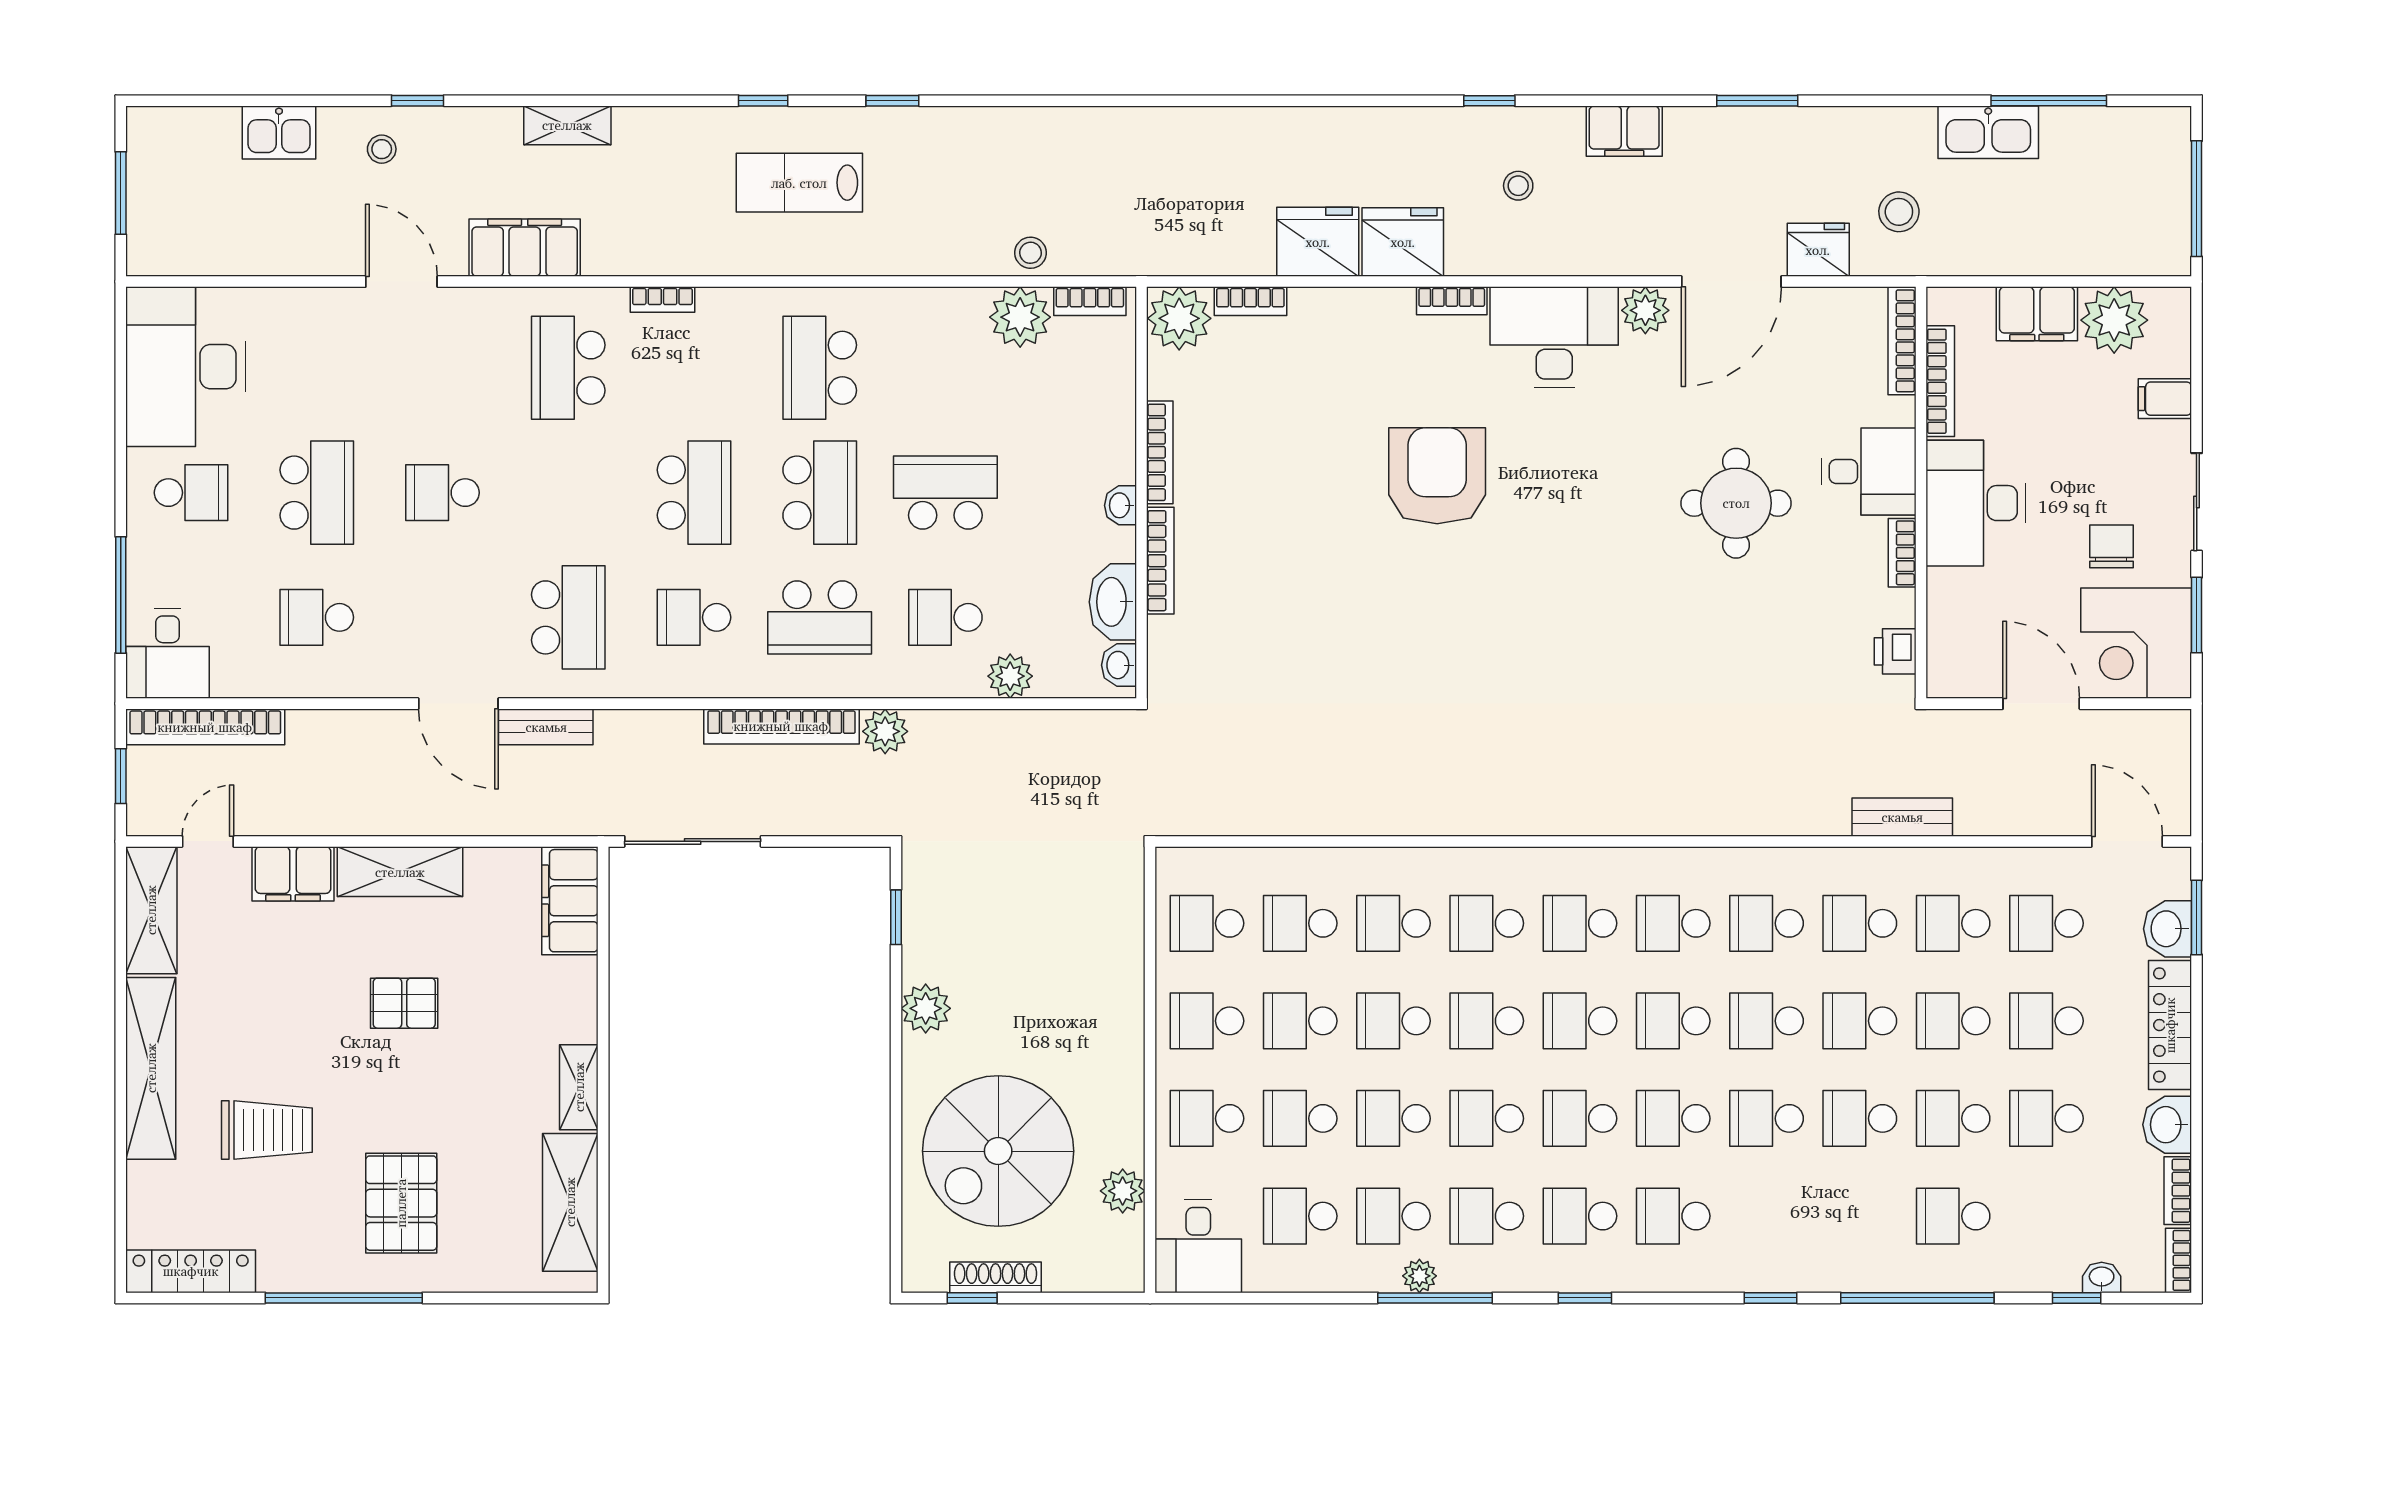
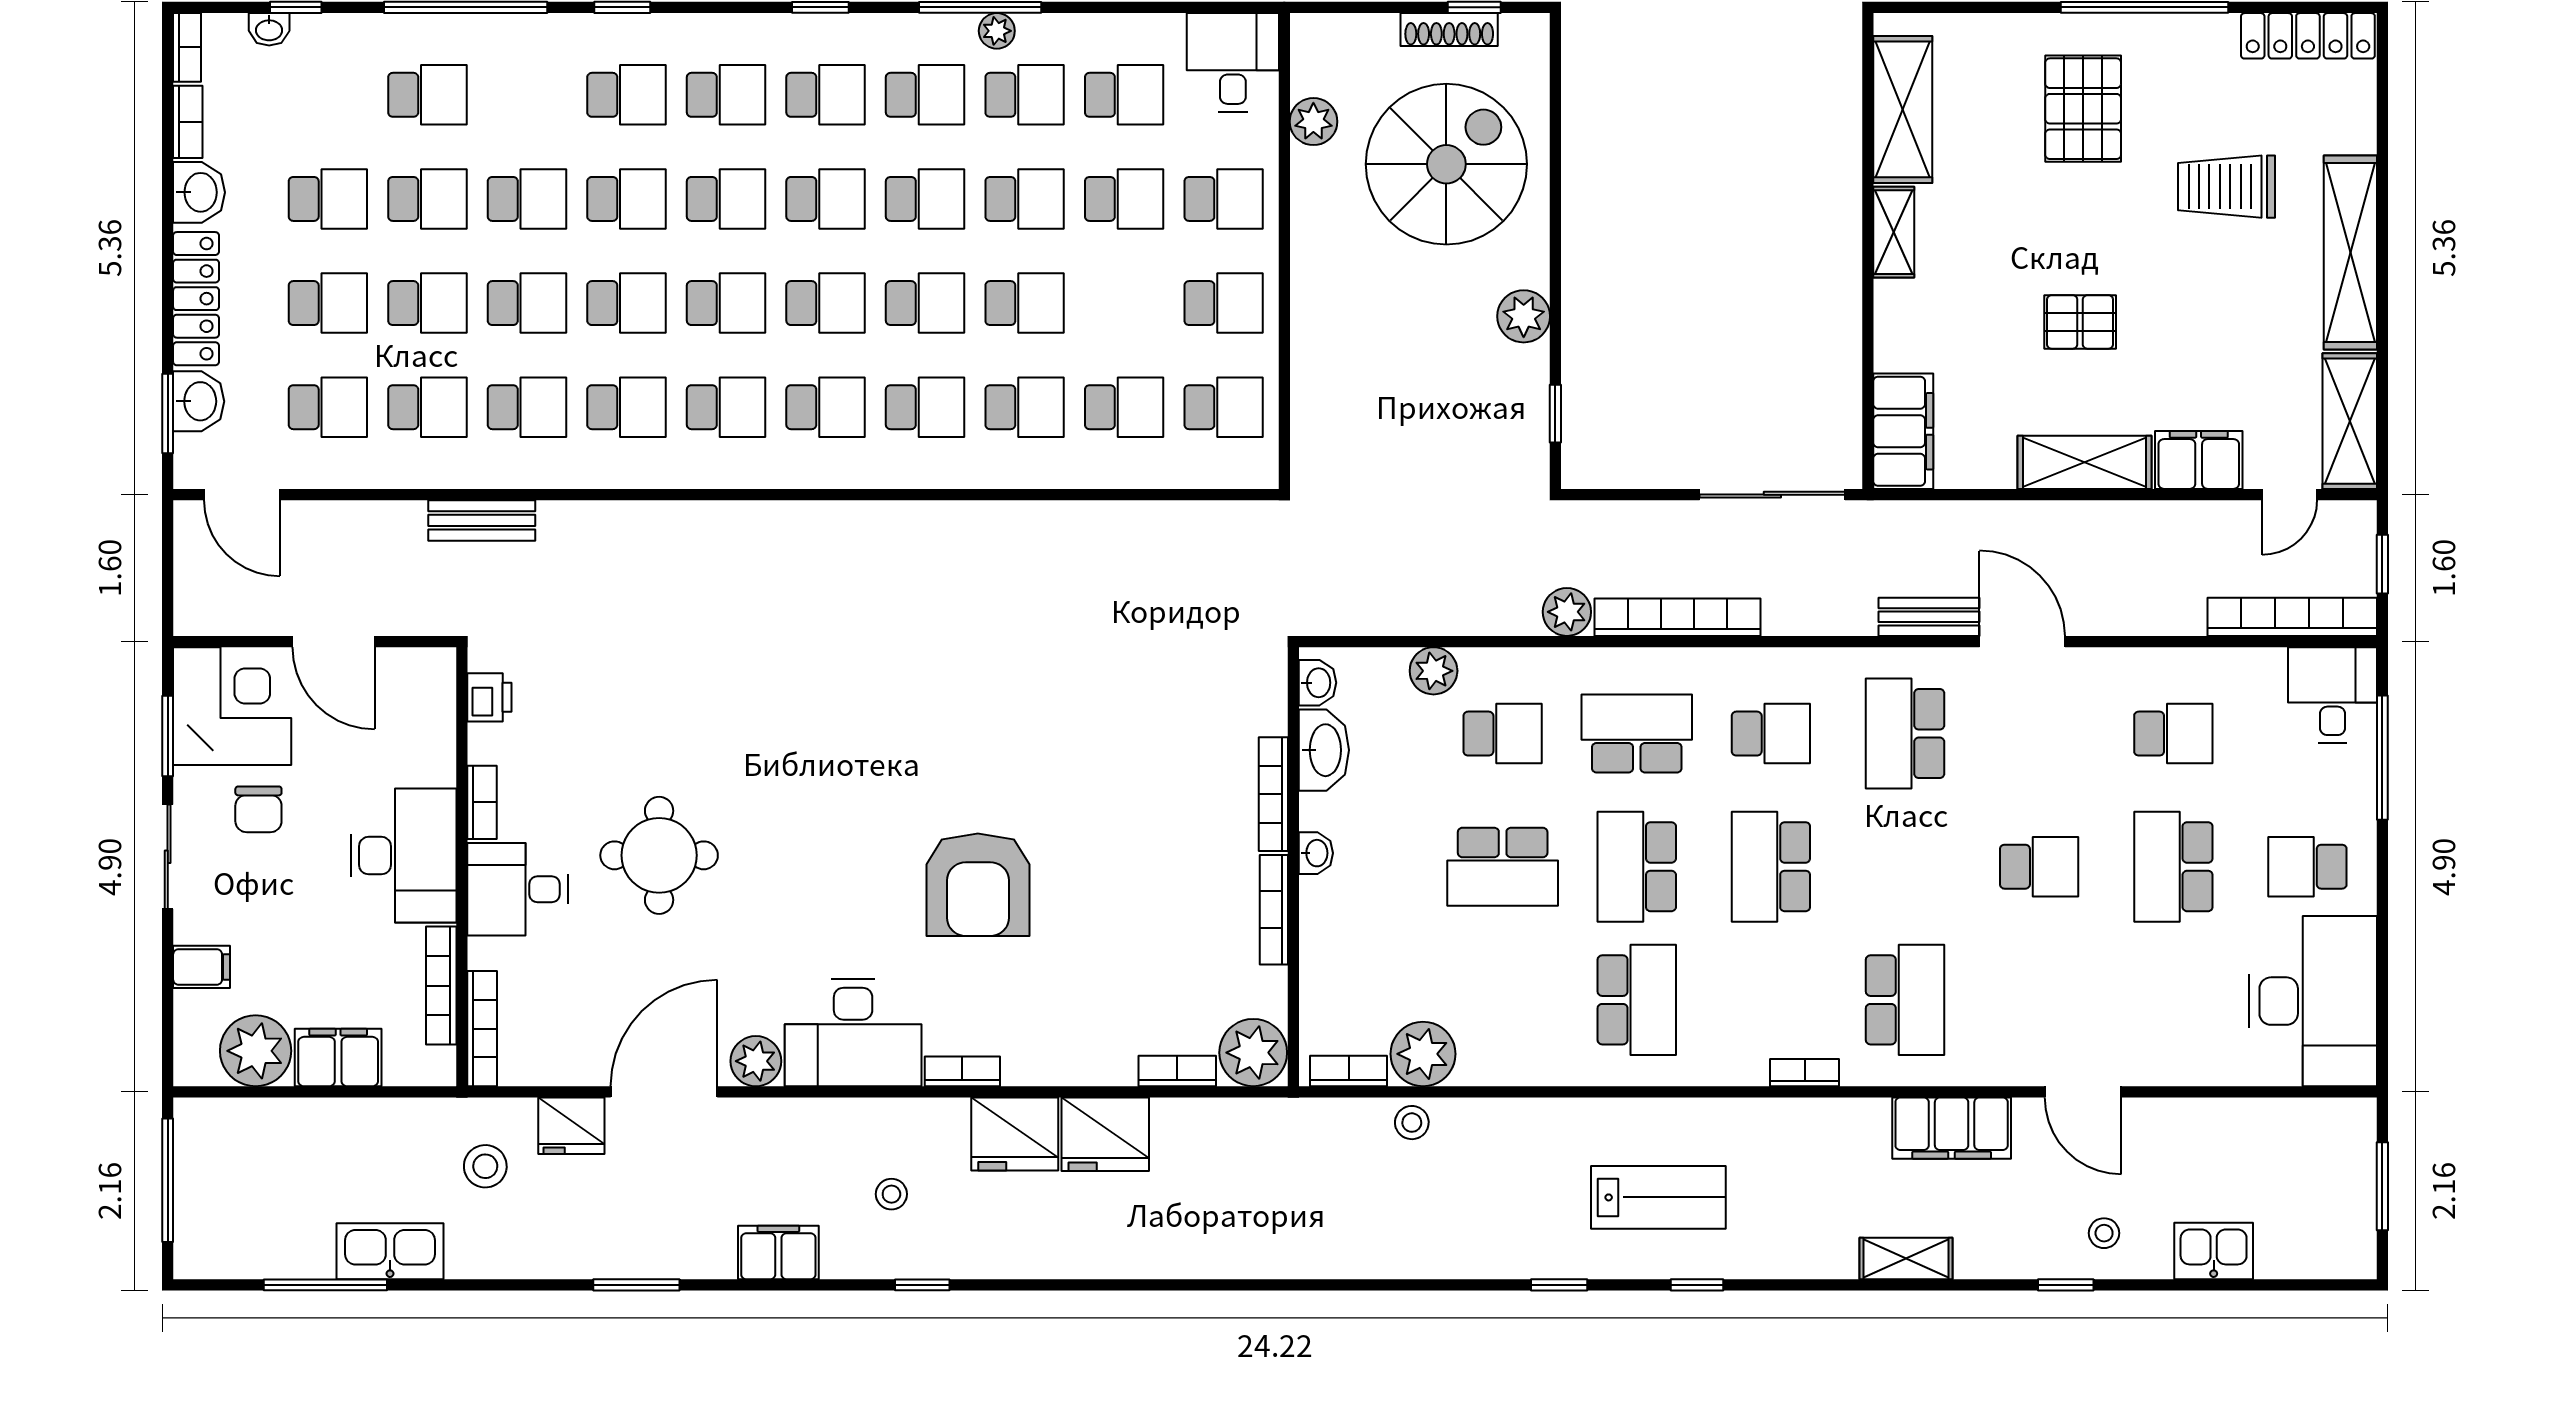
school desk: (1300, 1021) -> (626, 95), moved

